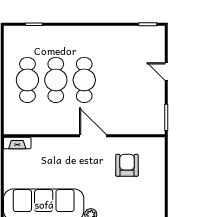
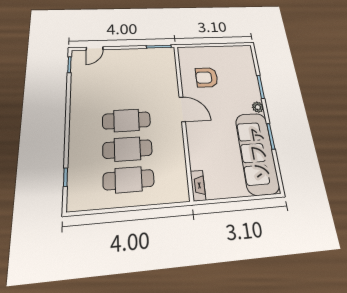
door: (166, 72) -> (95, 48), moved
door: (93, 136) -> (182, 109), swing flipped

